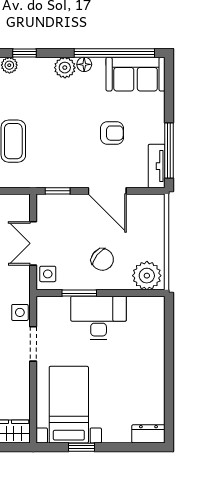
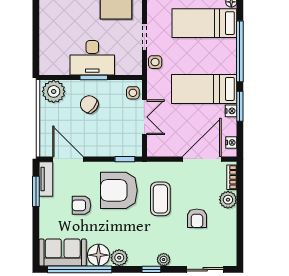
floor lamp: (84, 64) -> (99, 255), width x1.89, depth x1.89
window: (169, 151) -> (36, 191), width x0.69
armchair: (65, 152) -> (119, 190), added
door: (107, 191) -> (68, 159), moved
window: (79, 293) -> (94, 78), moved

